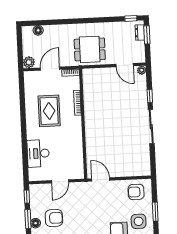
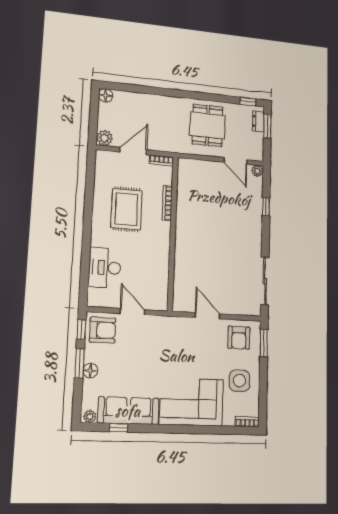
floor lamp: (38, 30) -> (106, 95), moved
dining table: (90, 49) -> (208, 125), moved, turned 90
sliding door: (151, 127) -> (265, 281), moved
door: (101, 179) -> (208, 316), moved
door: (60, 181) -> (133, 312), swing flipped
armchair: (136, 192) -> (239, 338), turned -90
window: (155, 212) -> (264, 343), moved
armchair: (54, 218) -> (103, 330), moved

